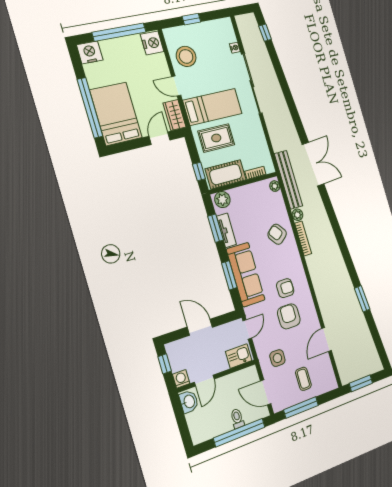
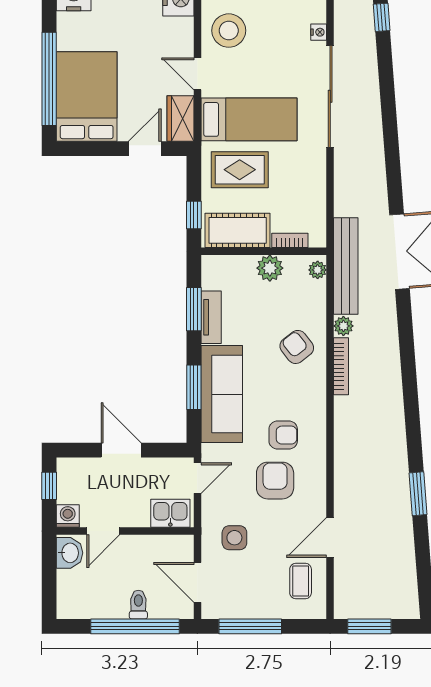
plant: (222, 200) -> (270, 268), moved
coffee table: (303, 379) -> (301, 581), moved

